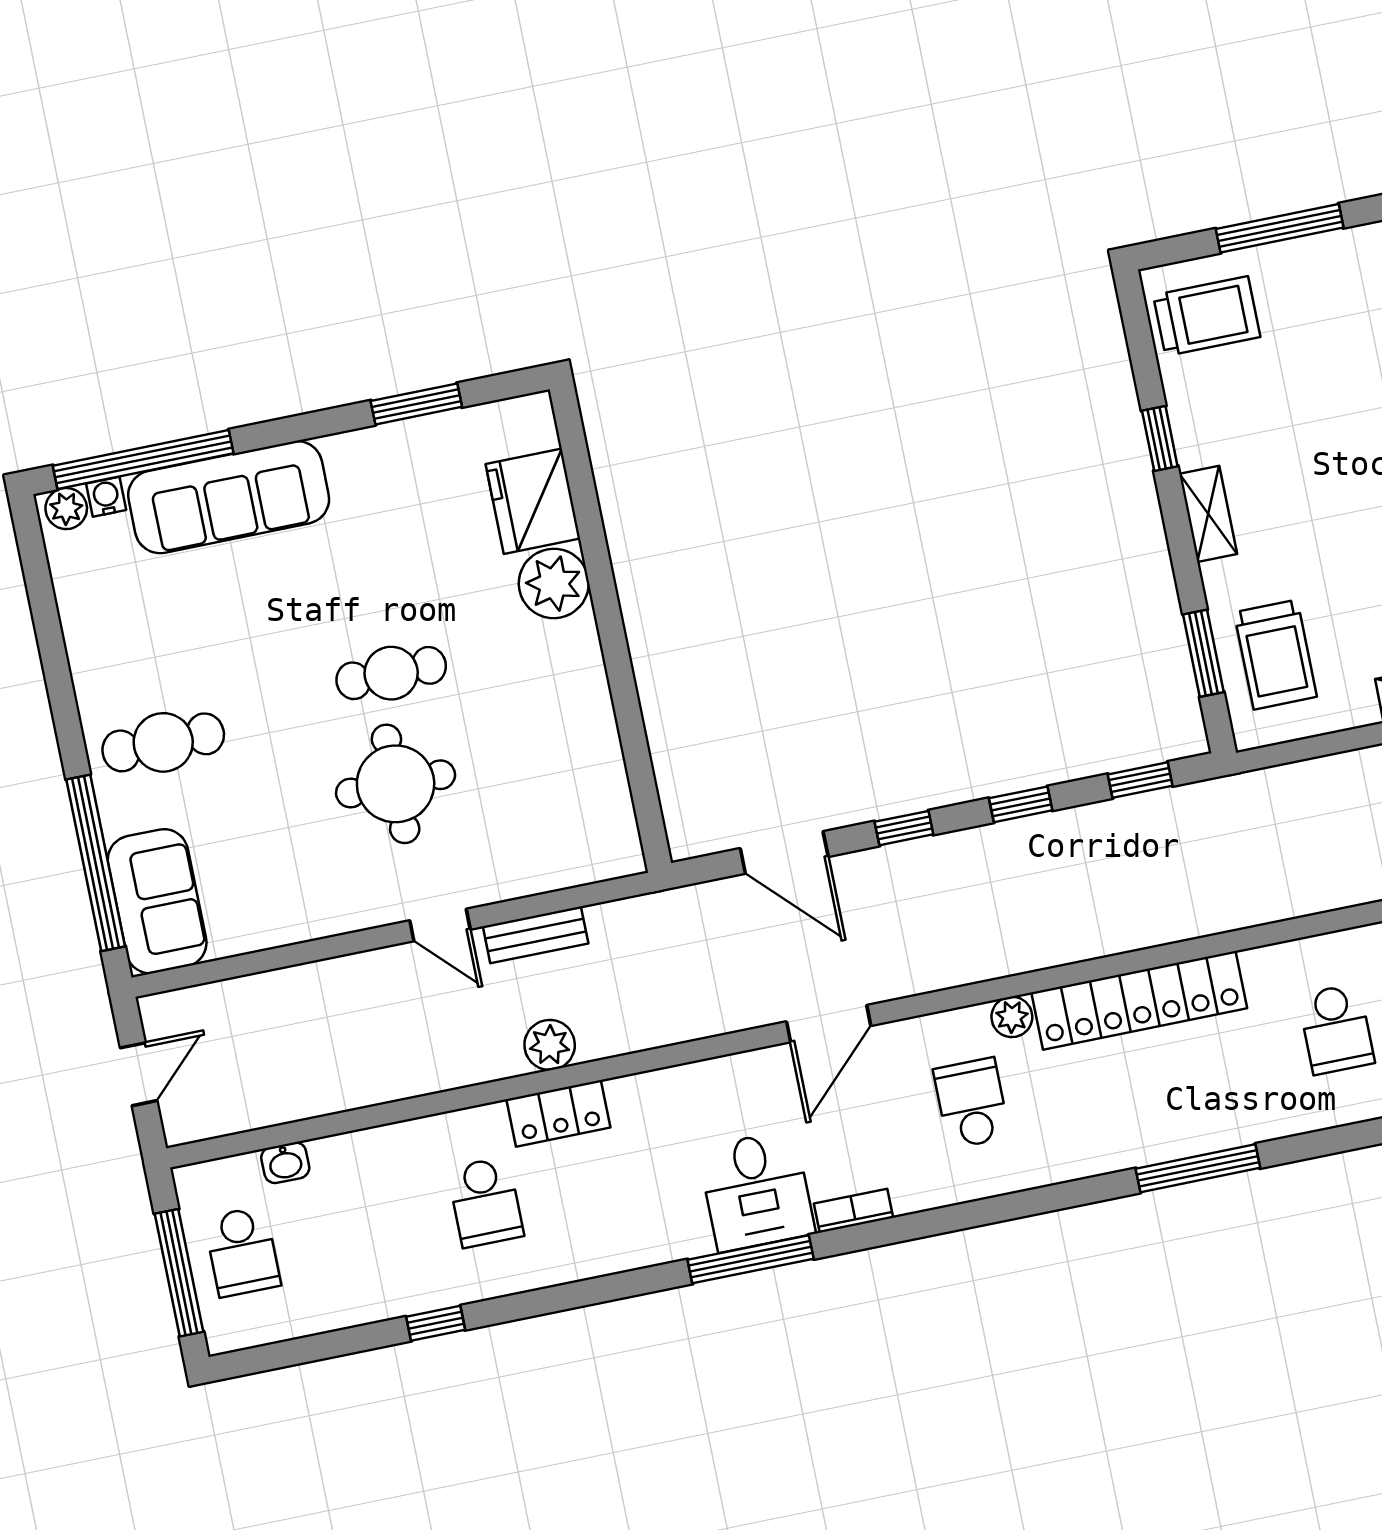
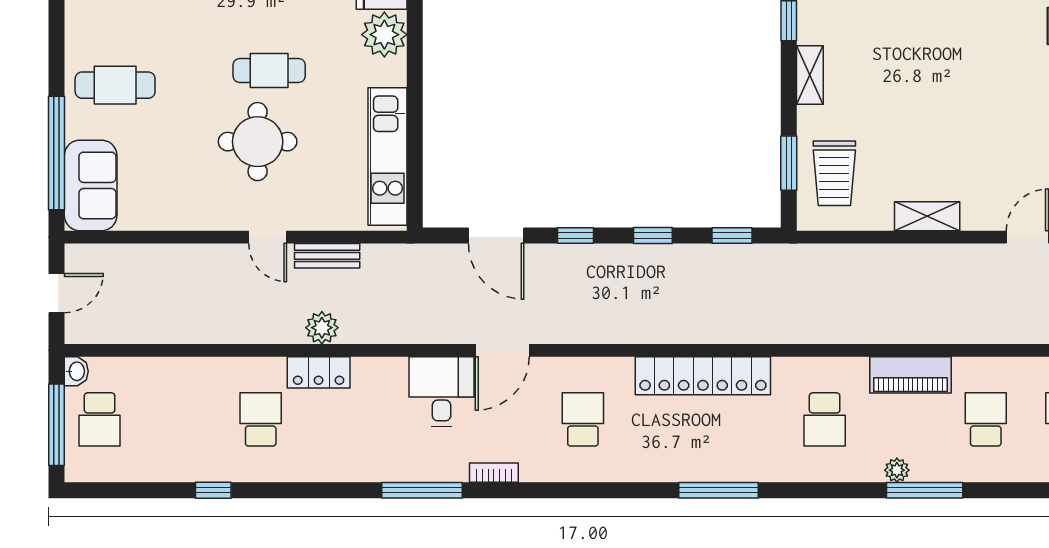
kitchen unit: (596, 766) -> (388, 157), added
plant: (1012, 1017) -> (620, 370), removed
washbasin: (285, 1163) -> (76, 371), moved, turned -90
desk: (756, 1191) -> (442, 392), moved, turned 180
school desk: (485, 1202) -> (261, 419), turned 180

